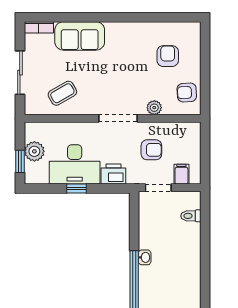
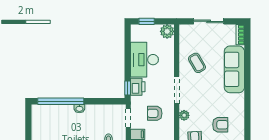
sofa: (80, 36) -> (234, 69), width x1.36
coffee table: (62, 93) -> (197, 63), moved
armchair: (151, 150) -> (155, 113), turned 90
plant: (34, 151) -> (167, 31), moved
window: (77, 188) -> (128, 88), moved

